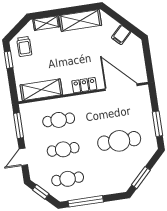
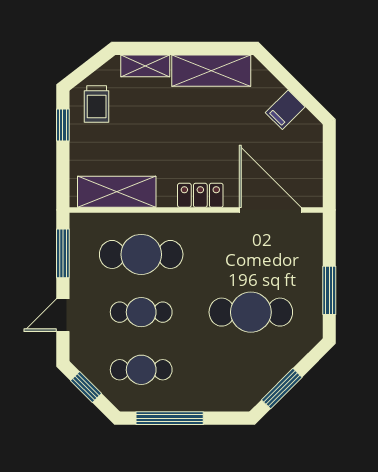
cafe table: (59, 120) -> (141, 254), width x1.37, depth x1.35

